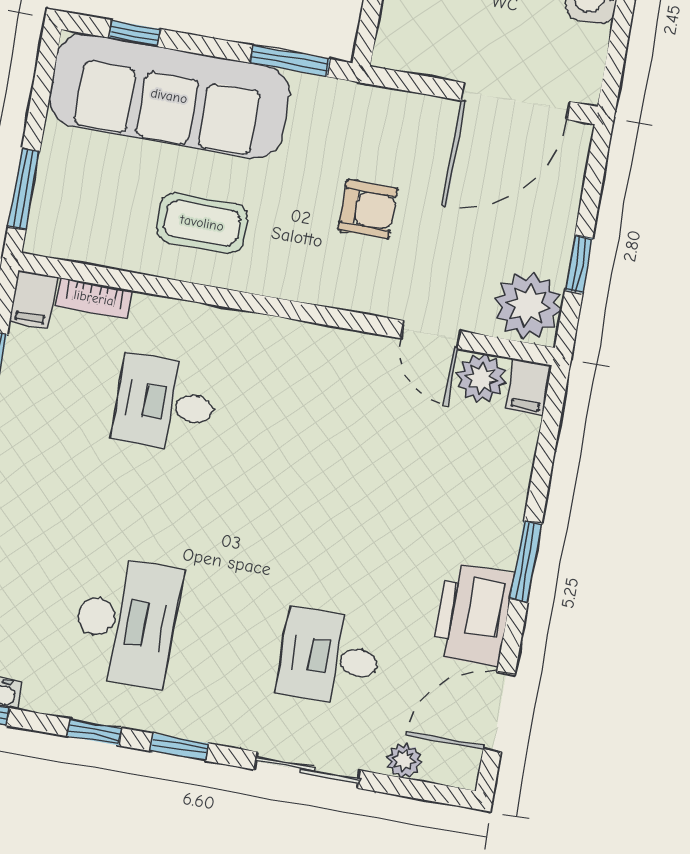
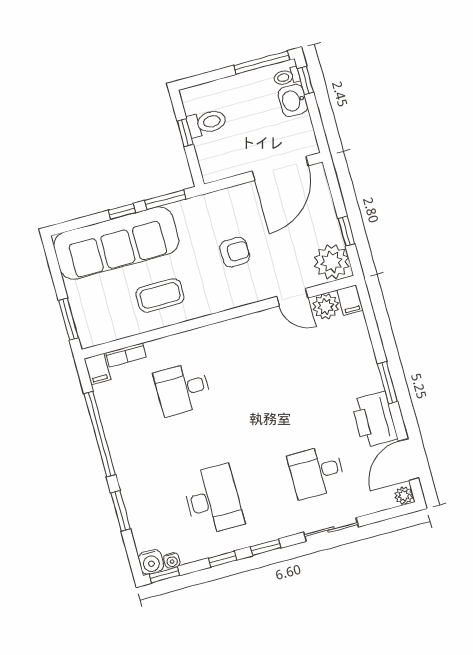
window: (135, 33) -> (122, 211), moved
plant: (404, 760) -> (404, 495), moved

